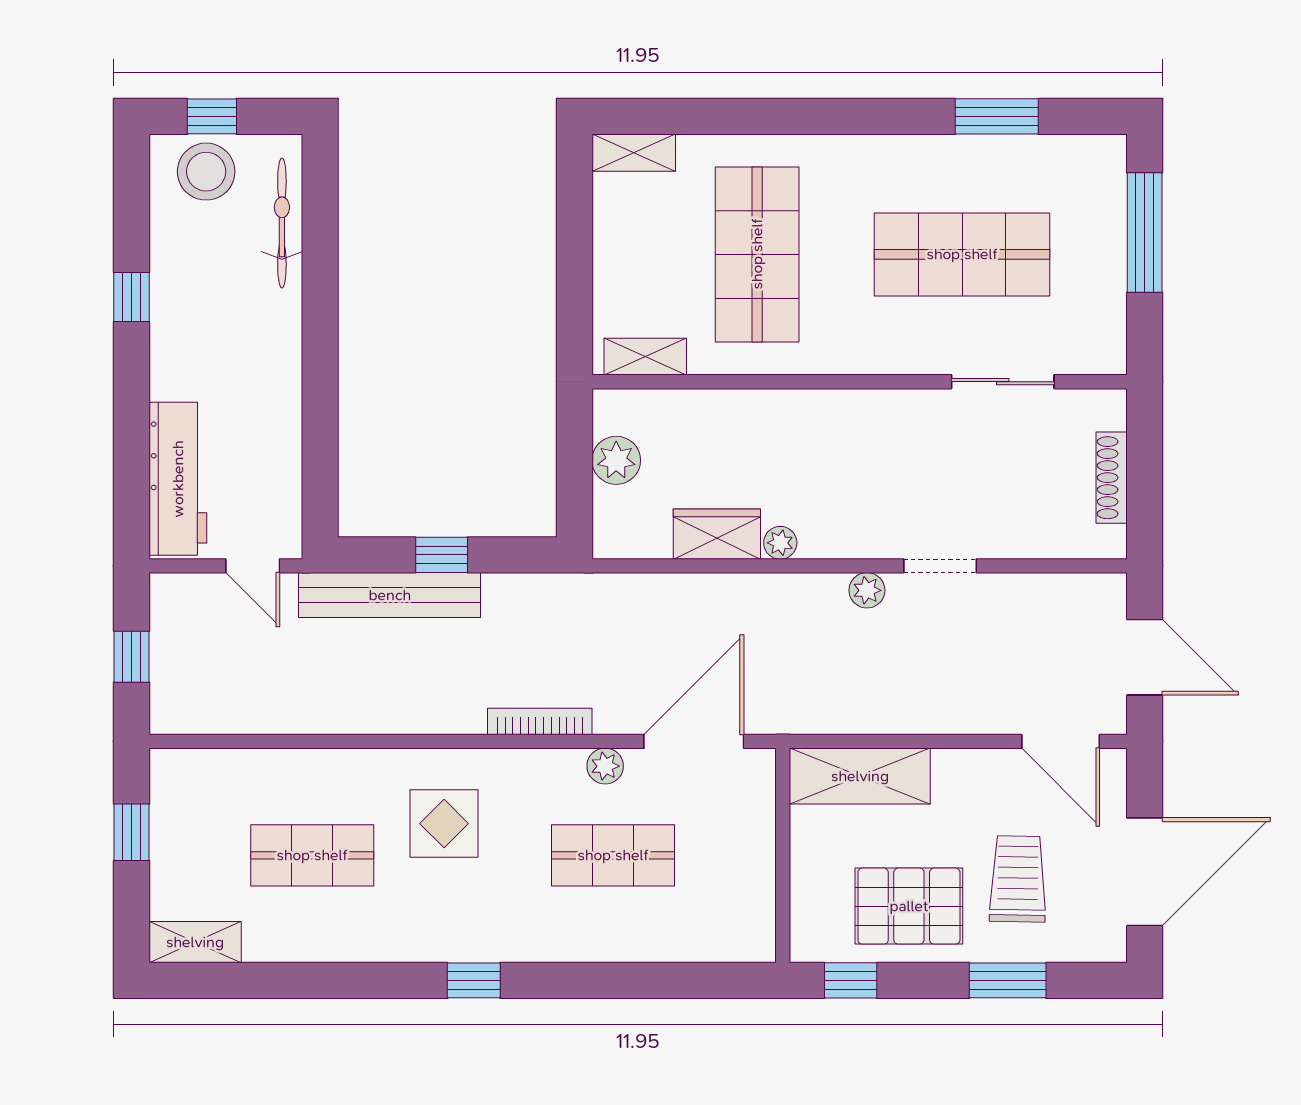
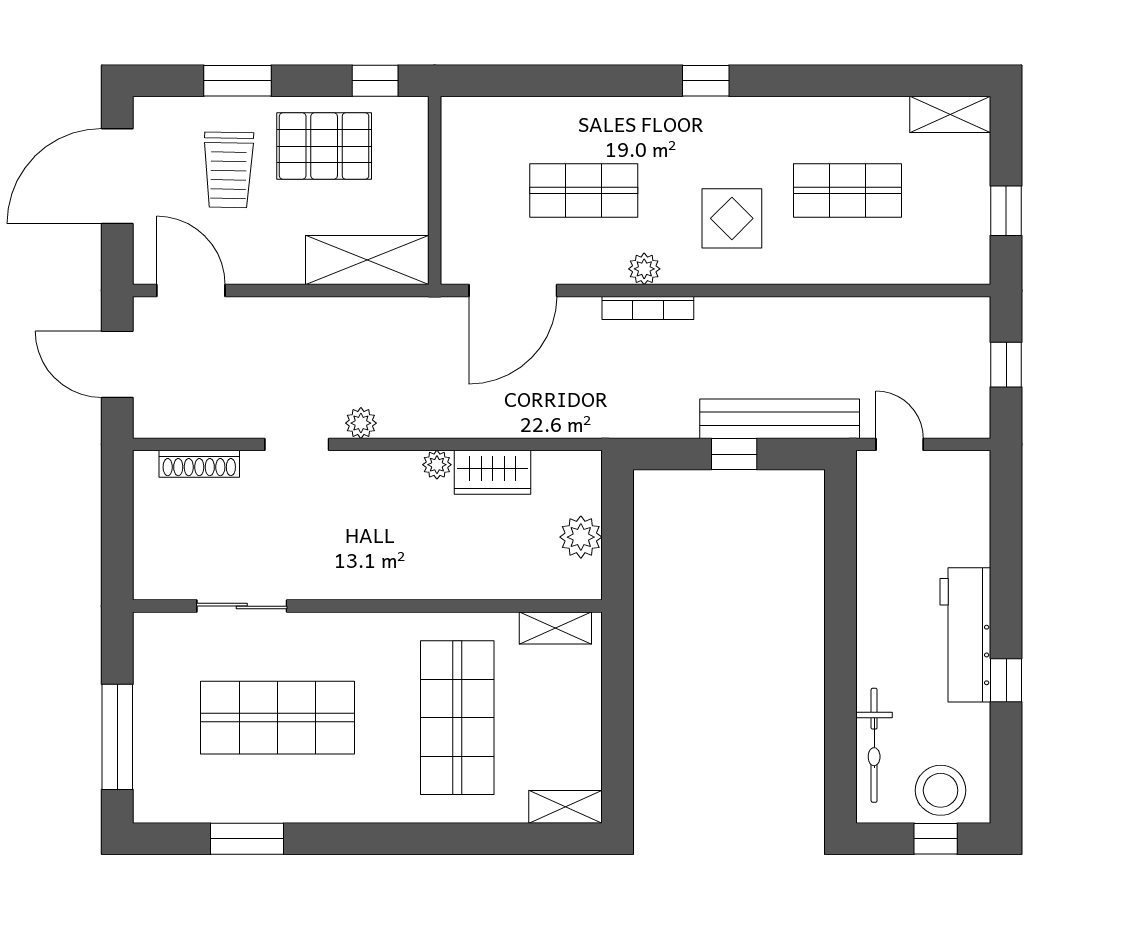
shoe rack: (1112, 478) -> (199, 464), moved, turned 90
workbench: (178, 479) -> (965, 635), moved
plant: (605, 766) -> (644, 269), moved

